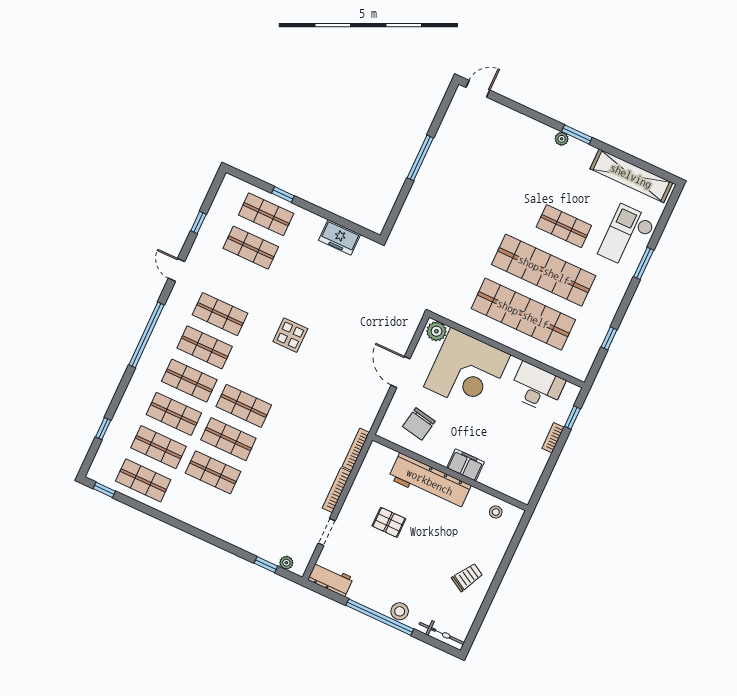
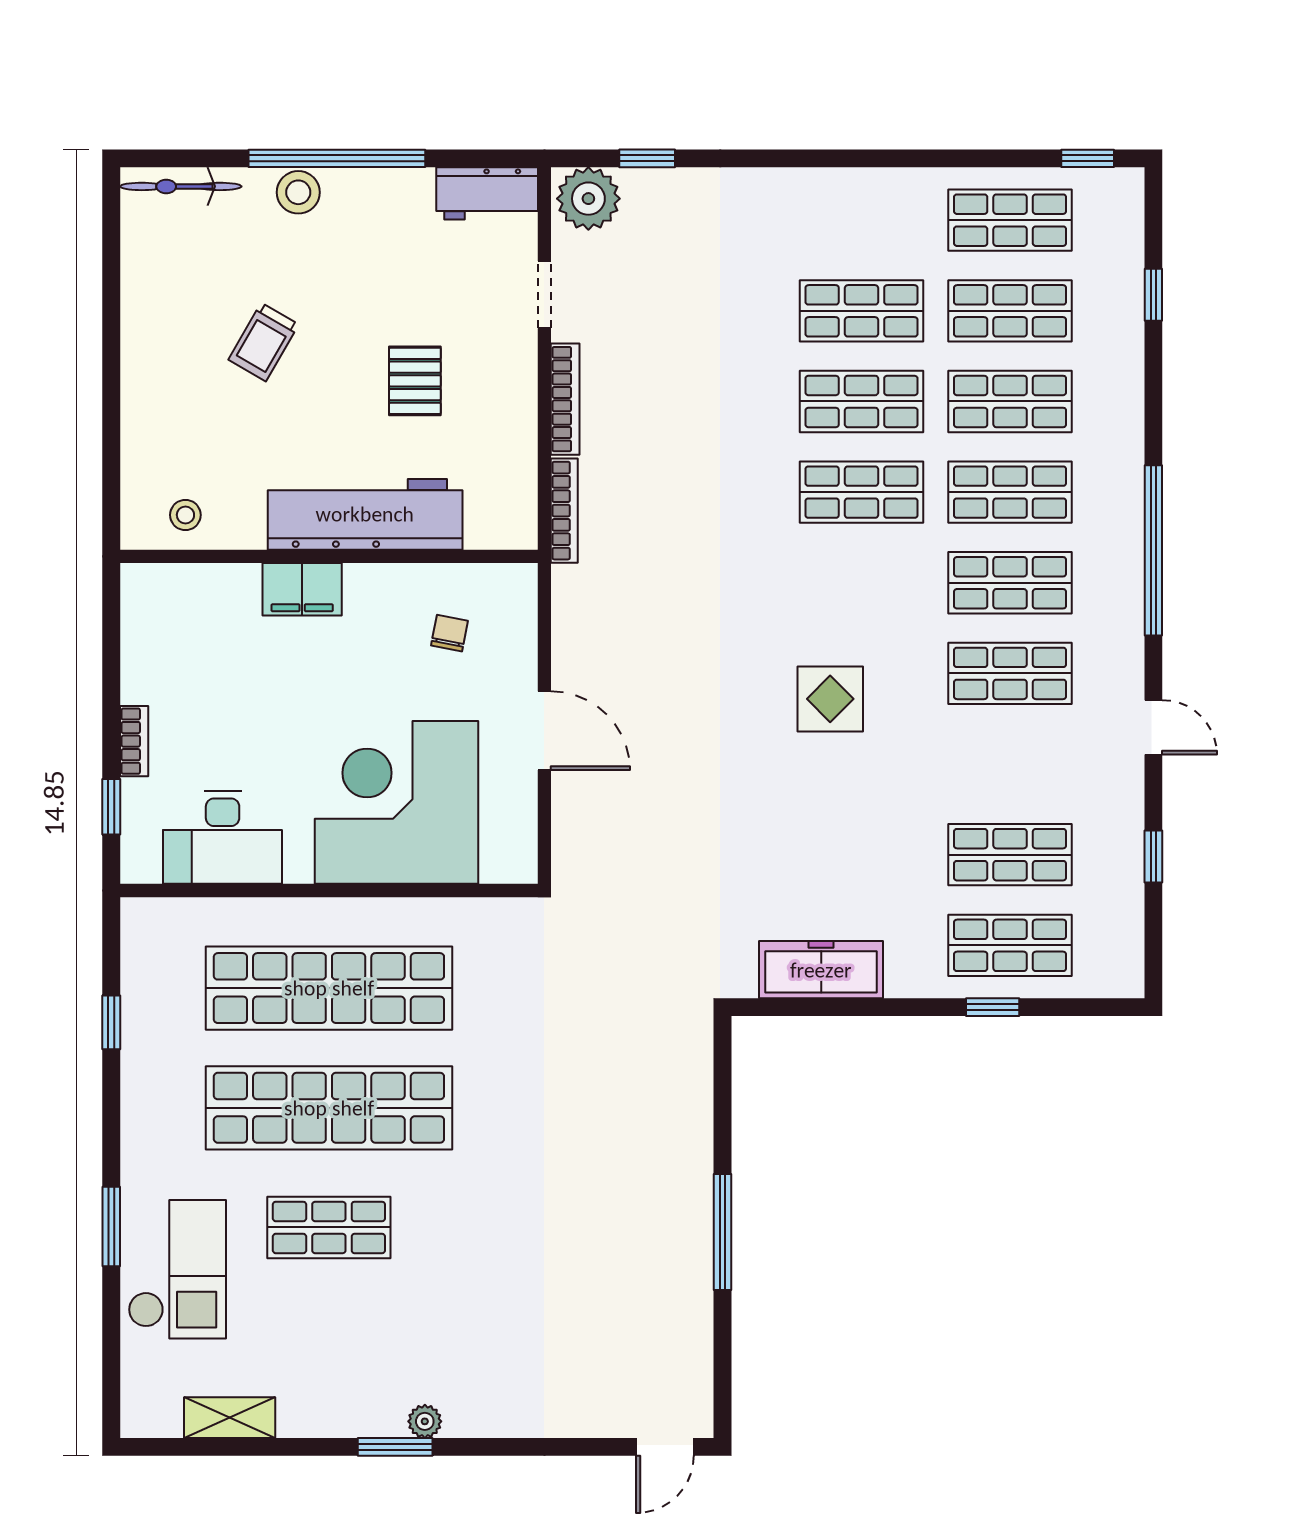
shelving: (631, 176) -> (230, 1418), width x0.45, depth x0.75
freezer: (340, 237) -> (821, 970), width x1.40
plant: (436, 331) -> (506, 859), removed
chair: (419, 424) -> (449, 633), width x0.54, depth x0.54
pallet: (389, 522) -> (415, 381), turned 90
plant: (286, 563) -> (588, 199), width x1.88, depth x1.88
trolley: (467, 577) -> (263, 342), moved

